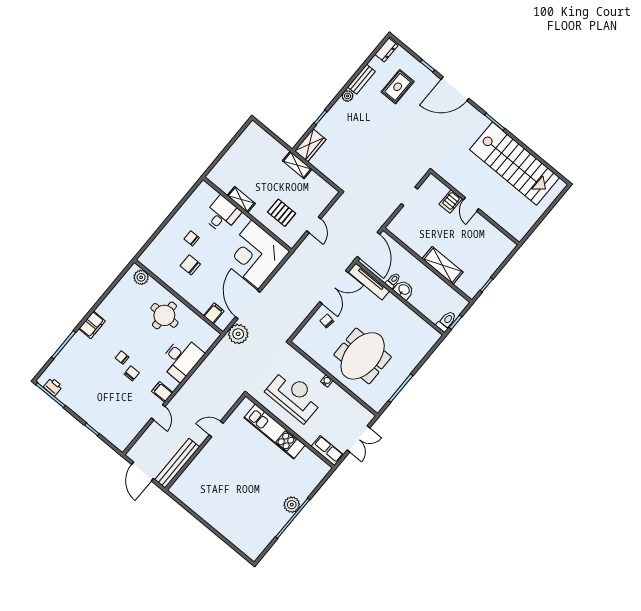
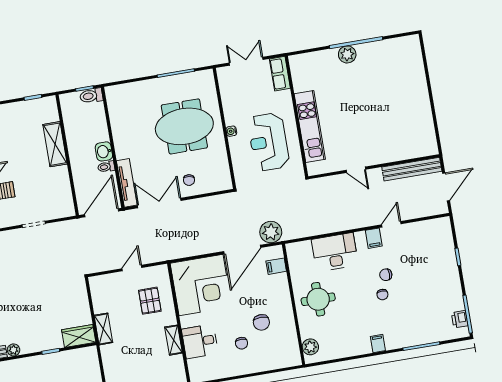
filing cabinet: (92, 325) -> (378, 344), width x0.50

